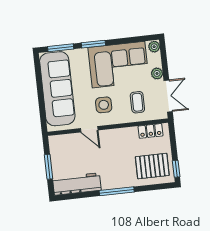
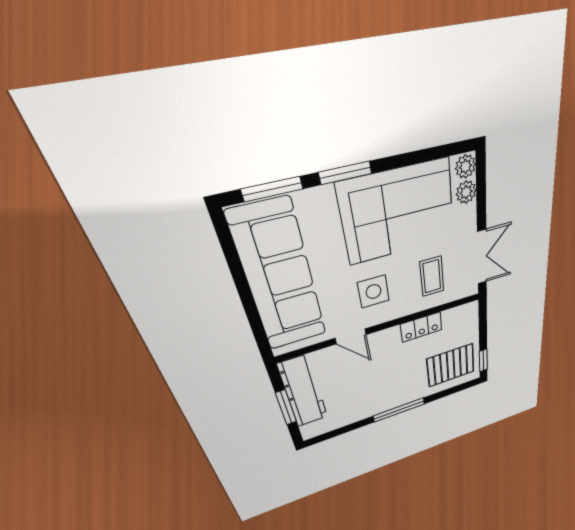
plant: (157, 73) -> (466, 192), moved
locker: (151, 131) -> (421, 327), moved
workbench: (77, 184) -> (303, 391), moved, turned 90

